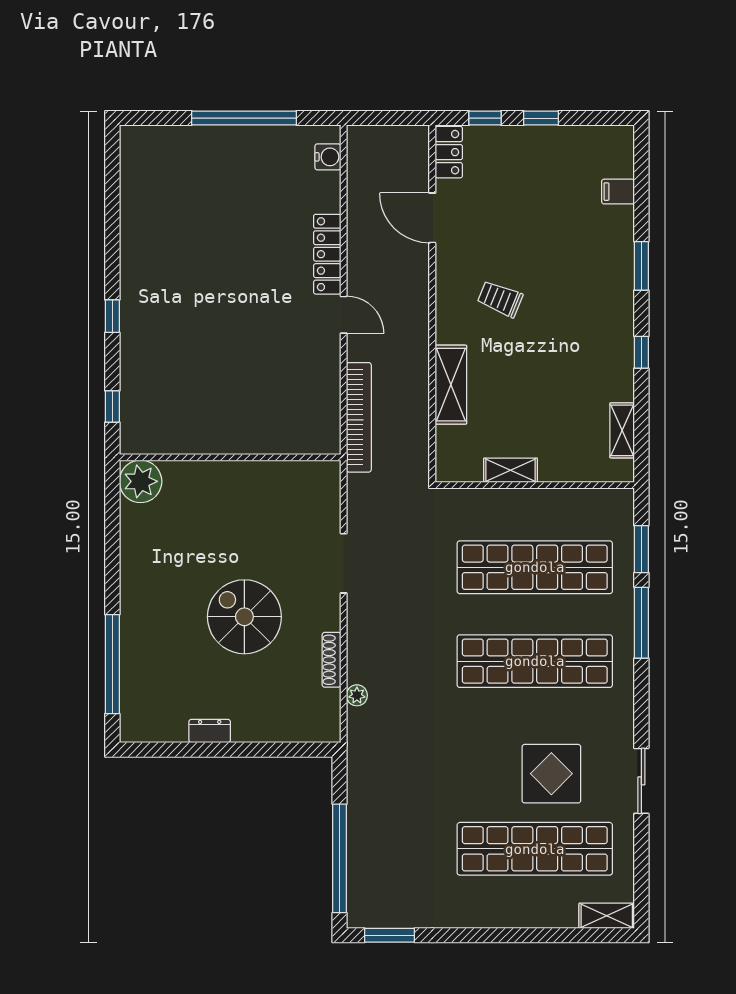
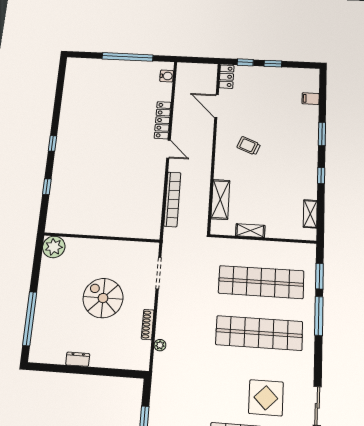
shelving: (451, 385) -> (220, 199), moved
wall: (230, 457) -> (102, 238), moved
plant: (141, 481) -> (54, 247), moved

